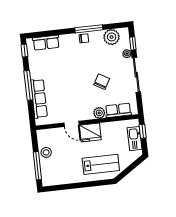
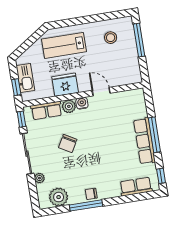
window: (133, 43) -> (21, 119), moved
row of seats: (39, 99) -> (145, 141), moved
water cooler: (88, 115) -> (82, 103), added
fridge: (90, 133) -> (65, 85), moved
stool: (46, 152) -> (111, 38), moved

